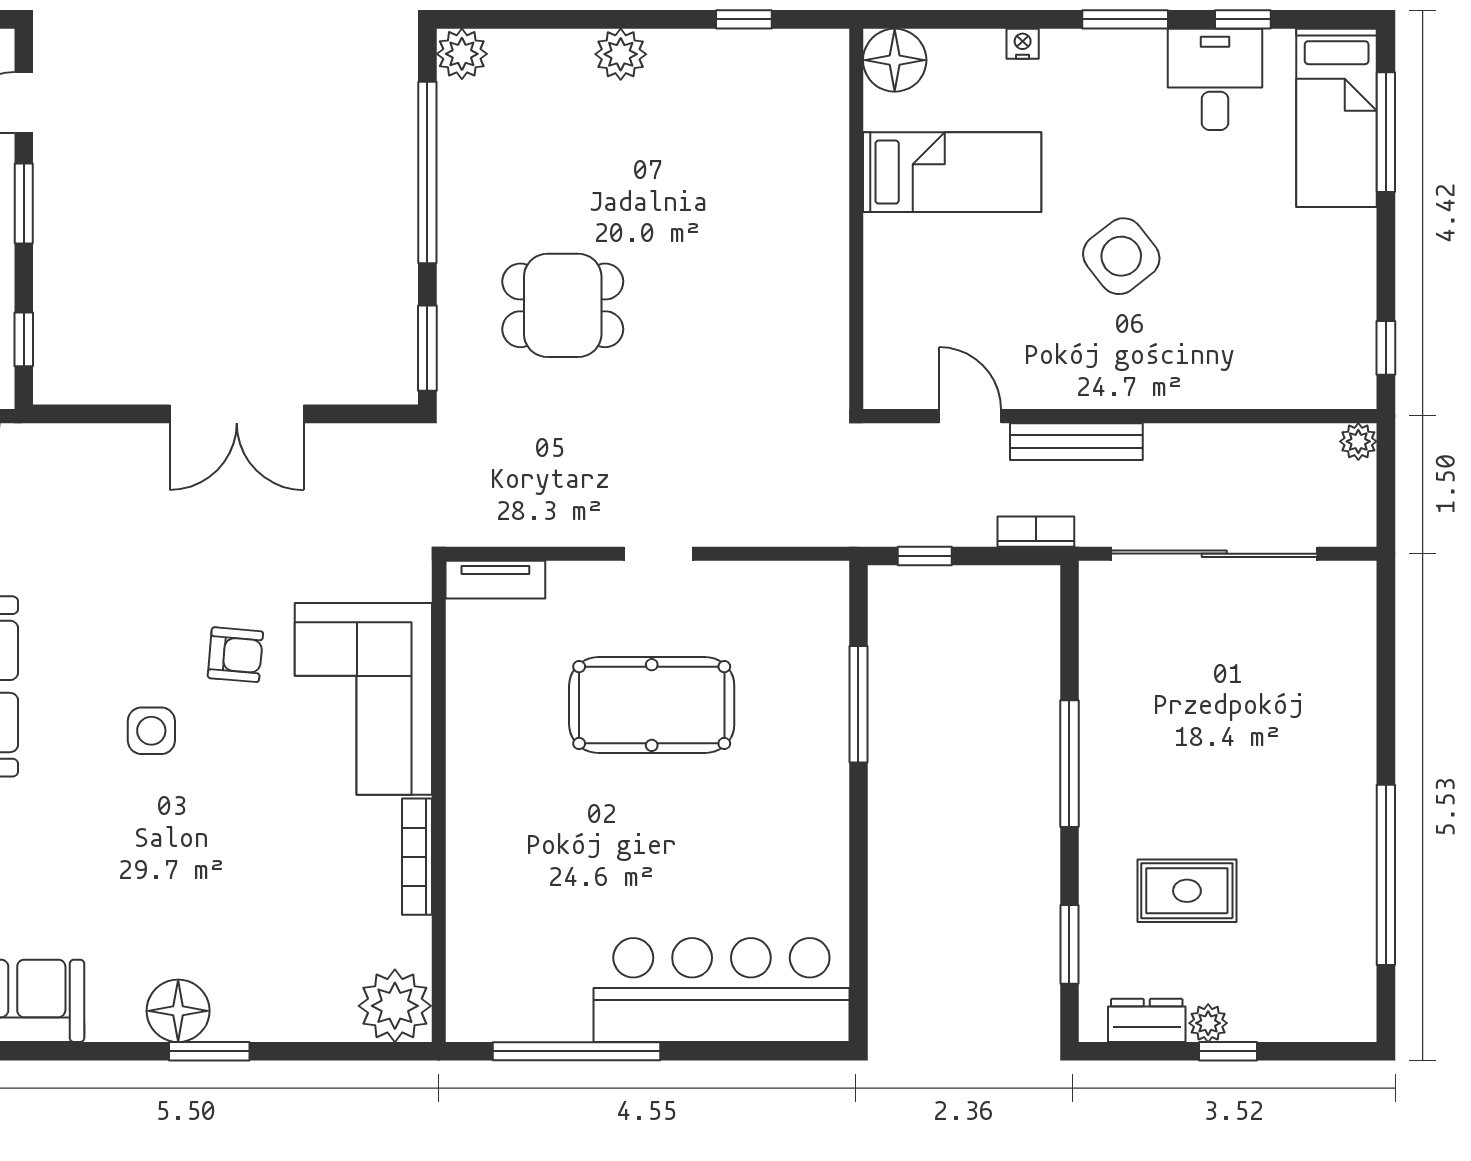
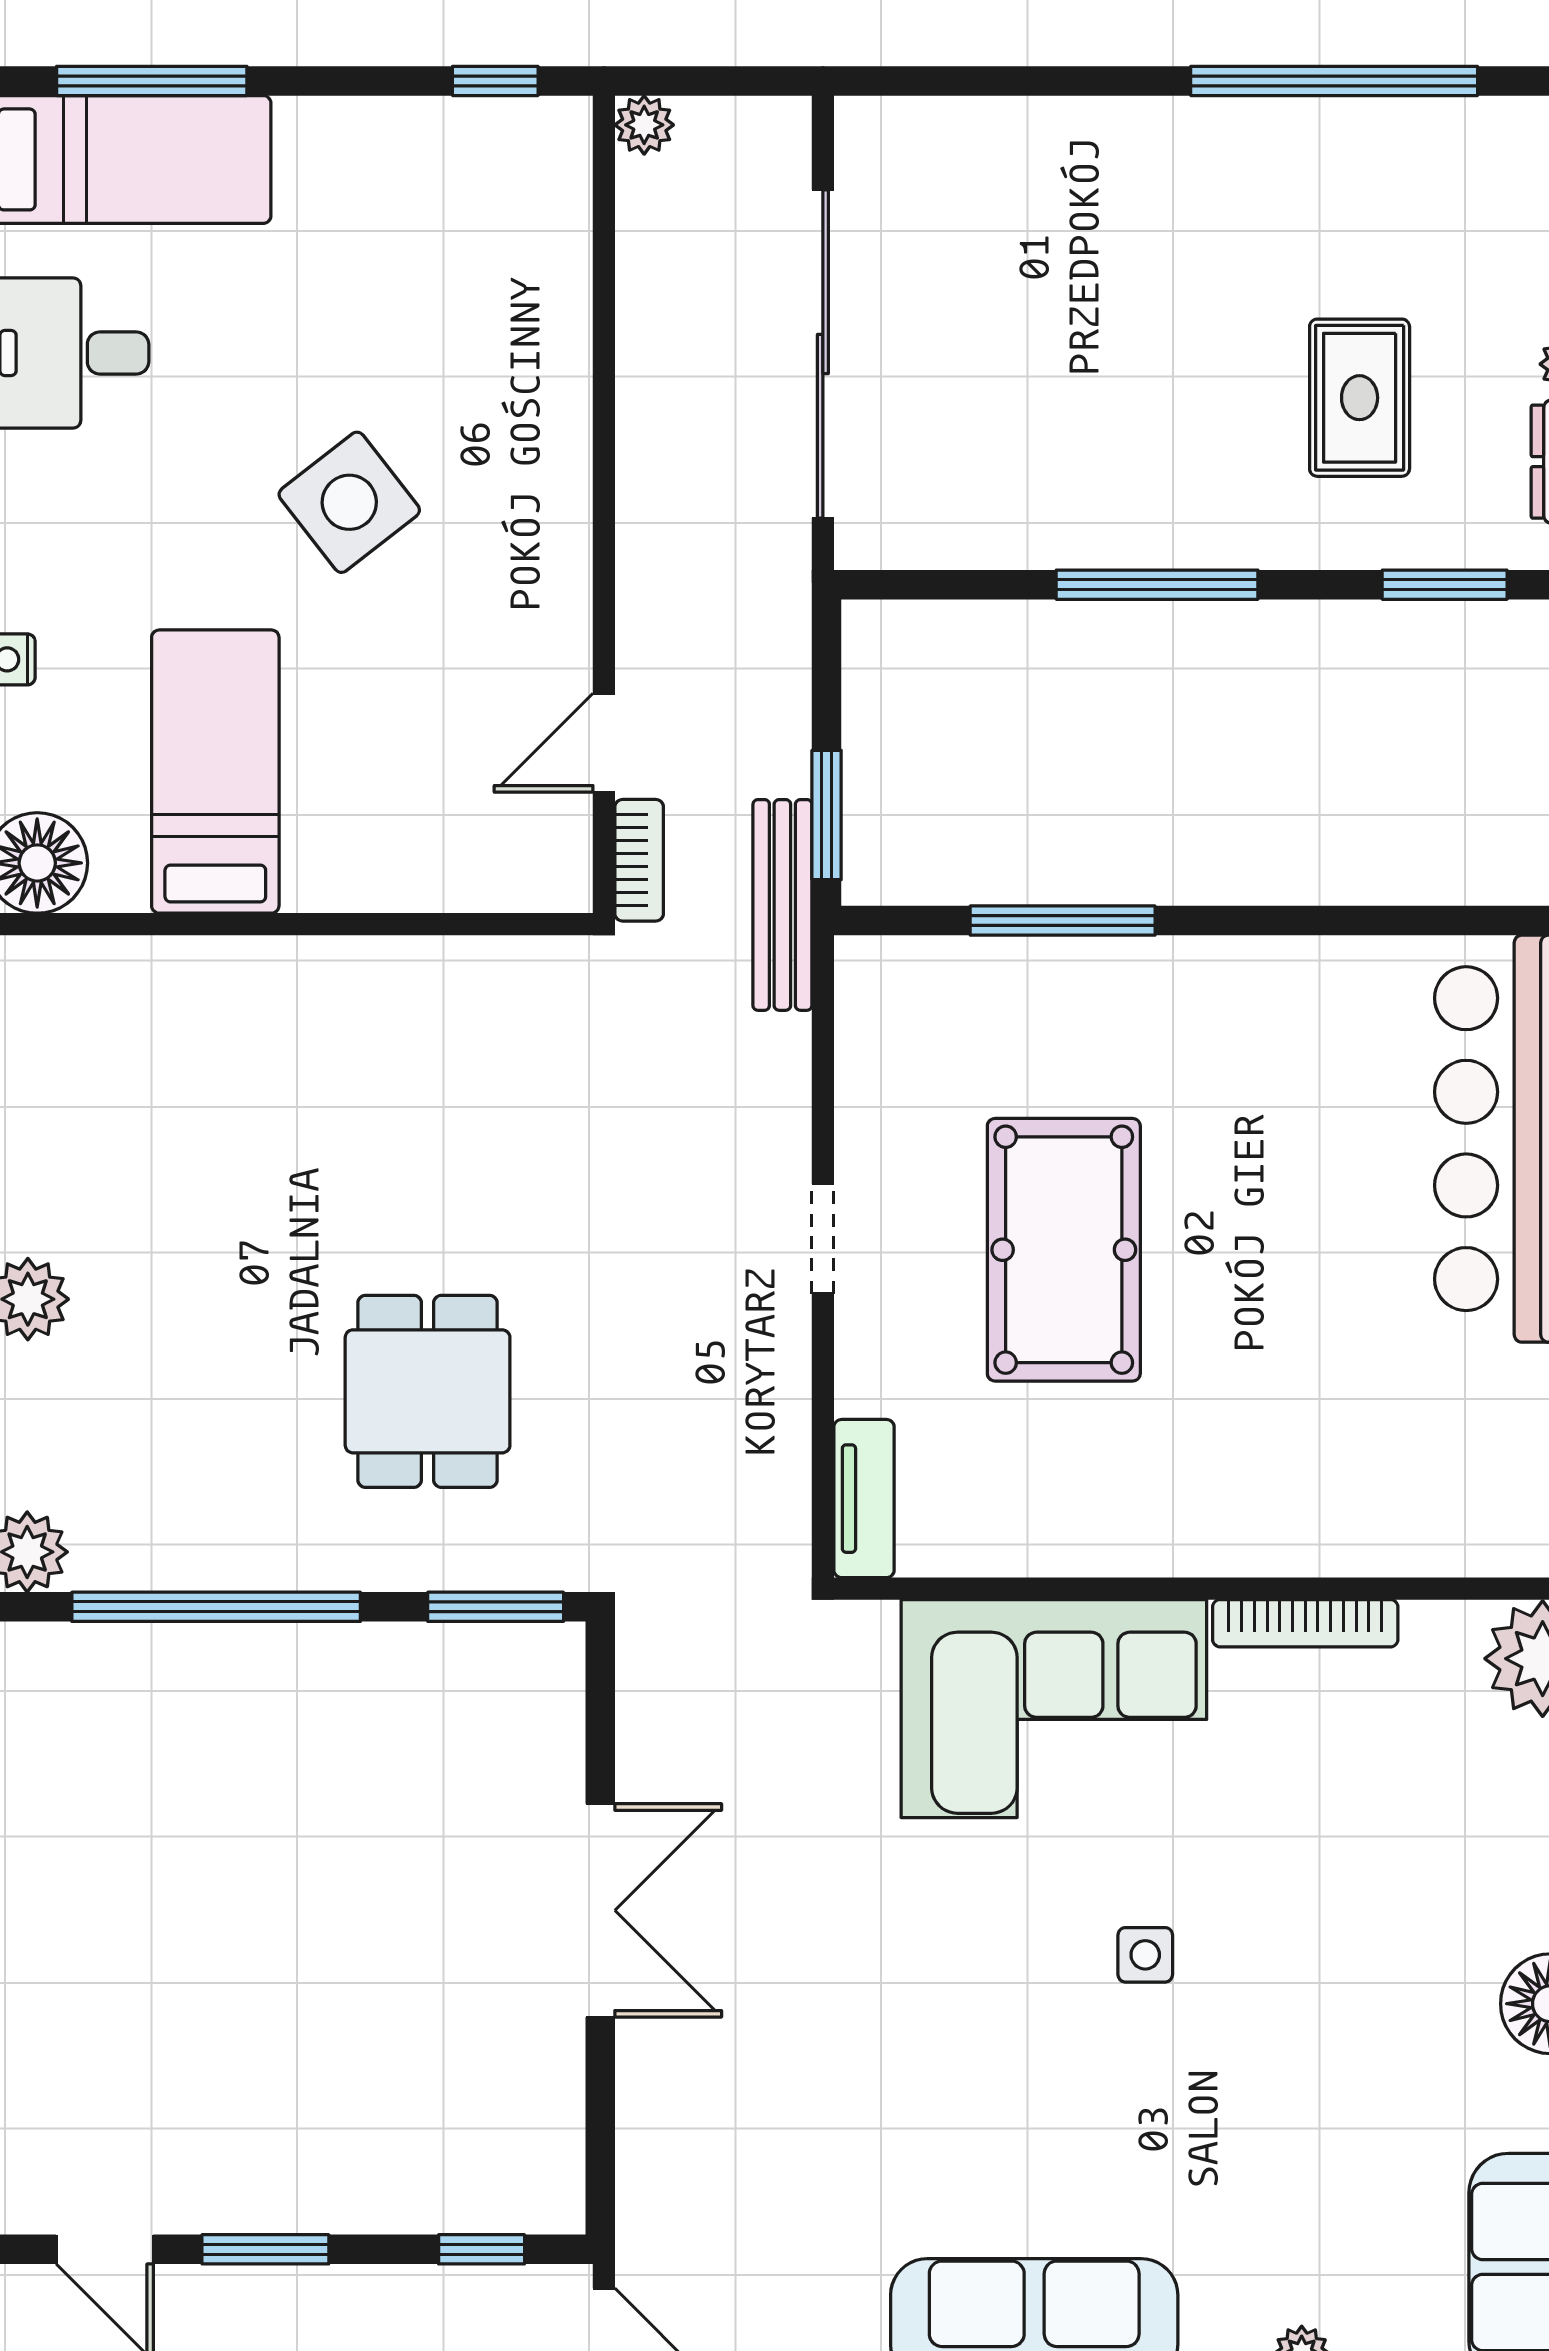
bench: (1076, 442) -> (782, 905), moved
bookcase: (1036, 532) -> (639, 860), moved, turned 180
window: (925, 556) -> (827, 815), width x1.50
armchair: (235, 655) -> (984, 1912), removed
side table: (151, 731) -> (1145, 1955), moved, width x0.73, depth x0.73

